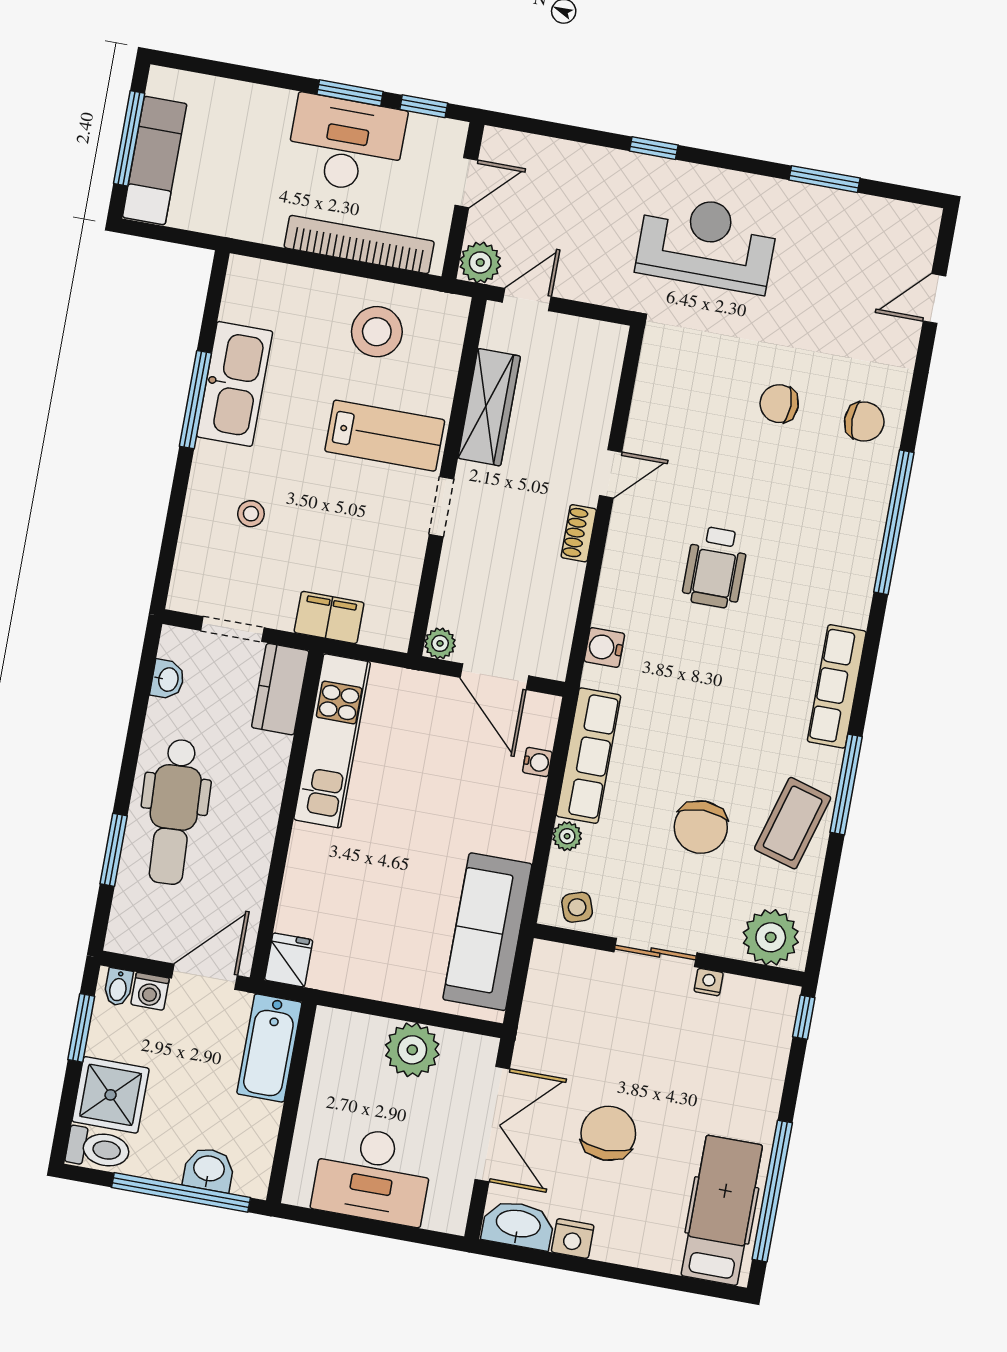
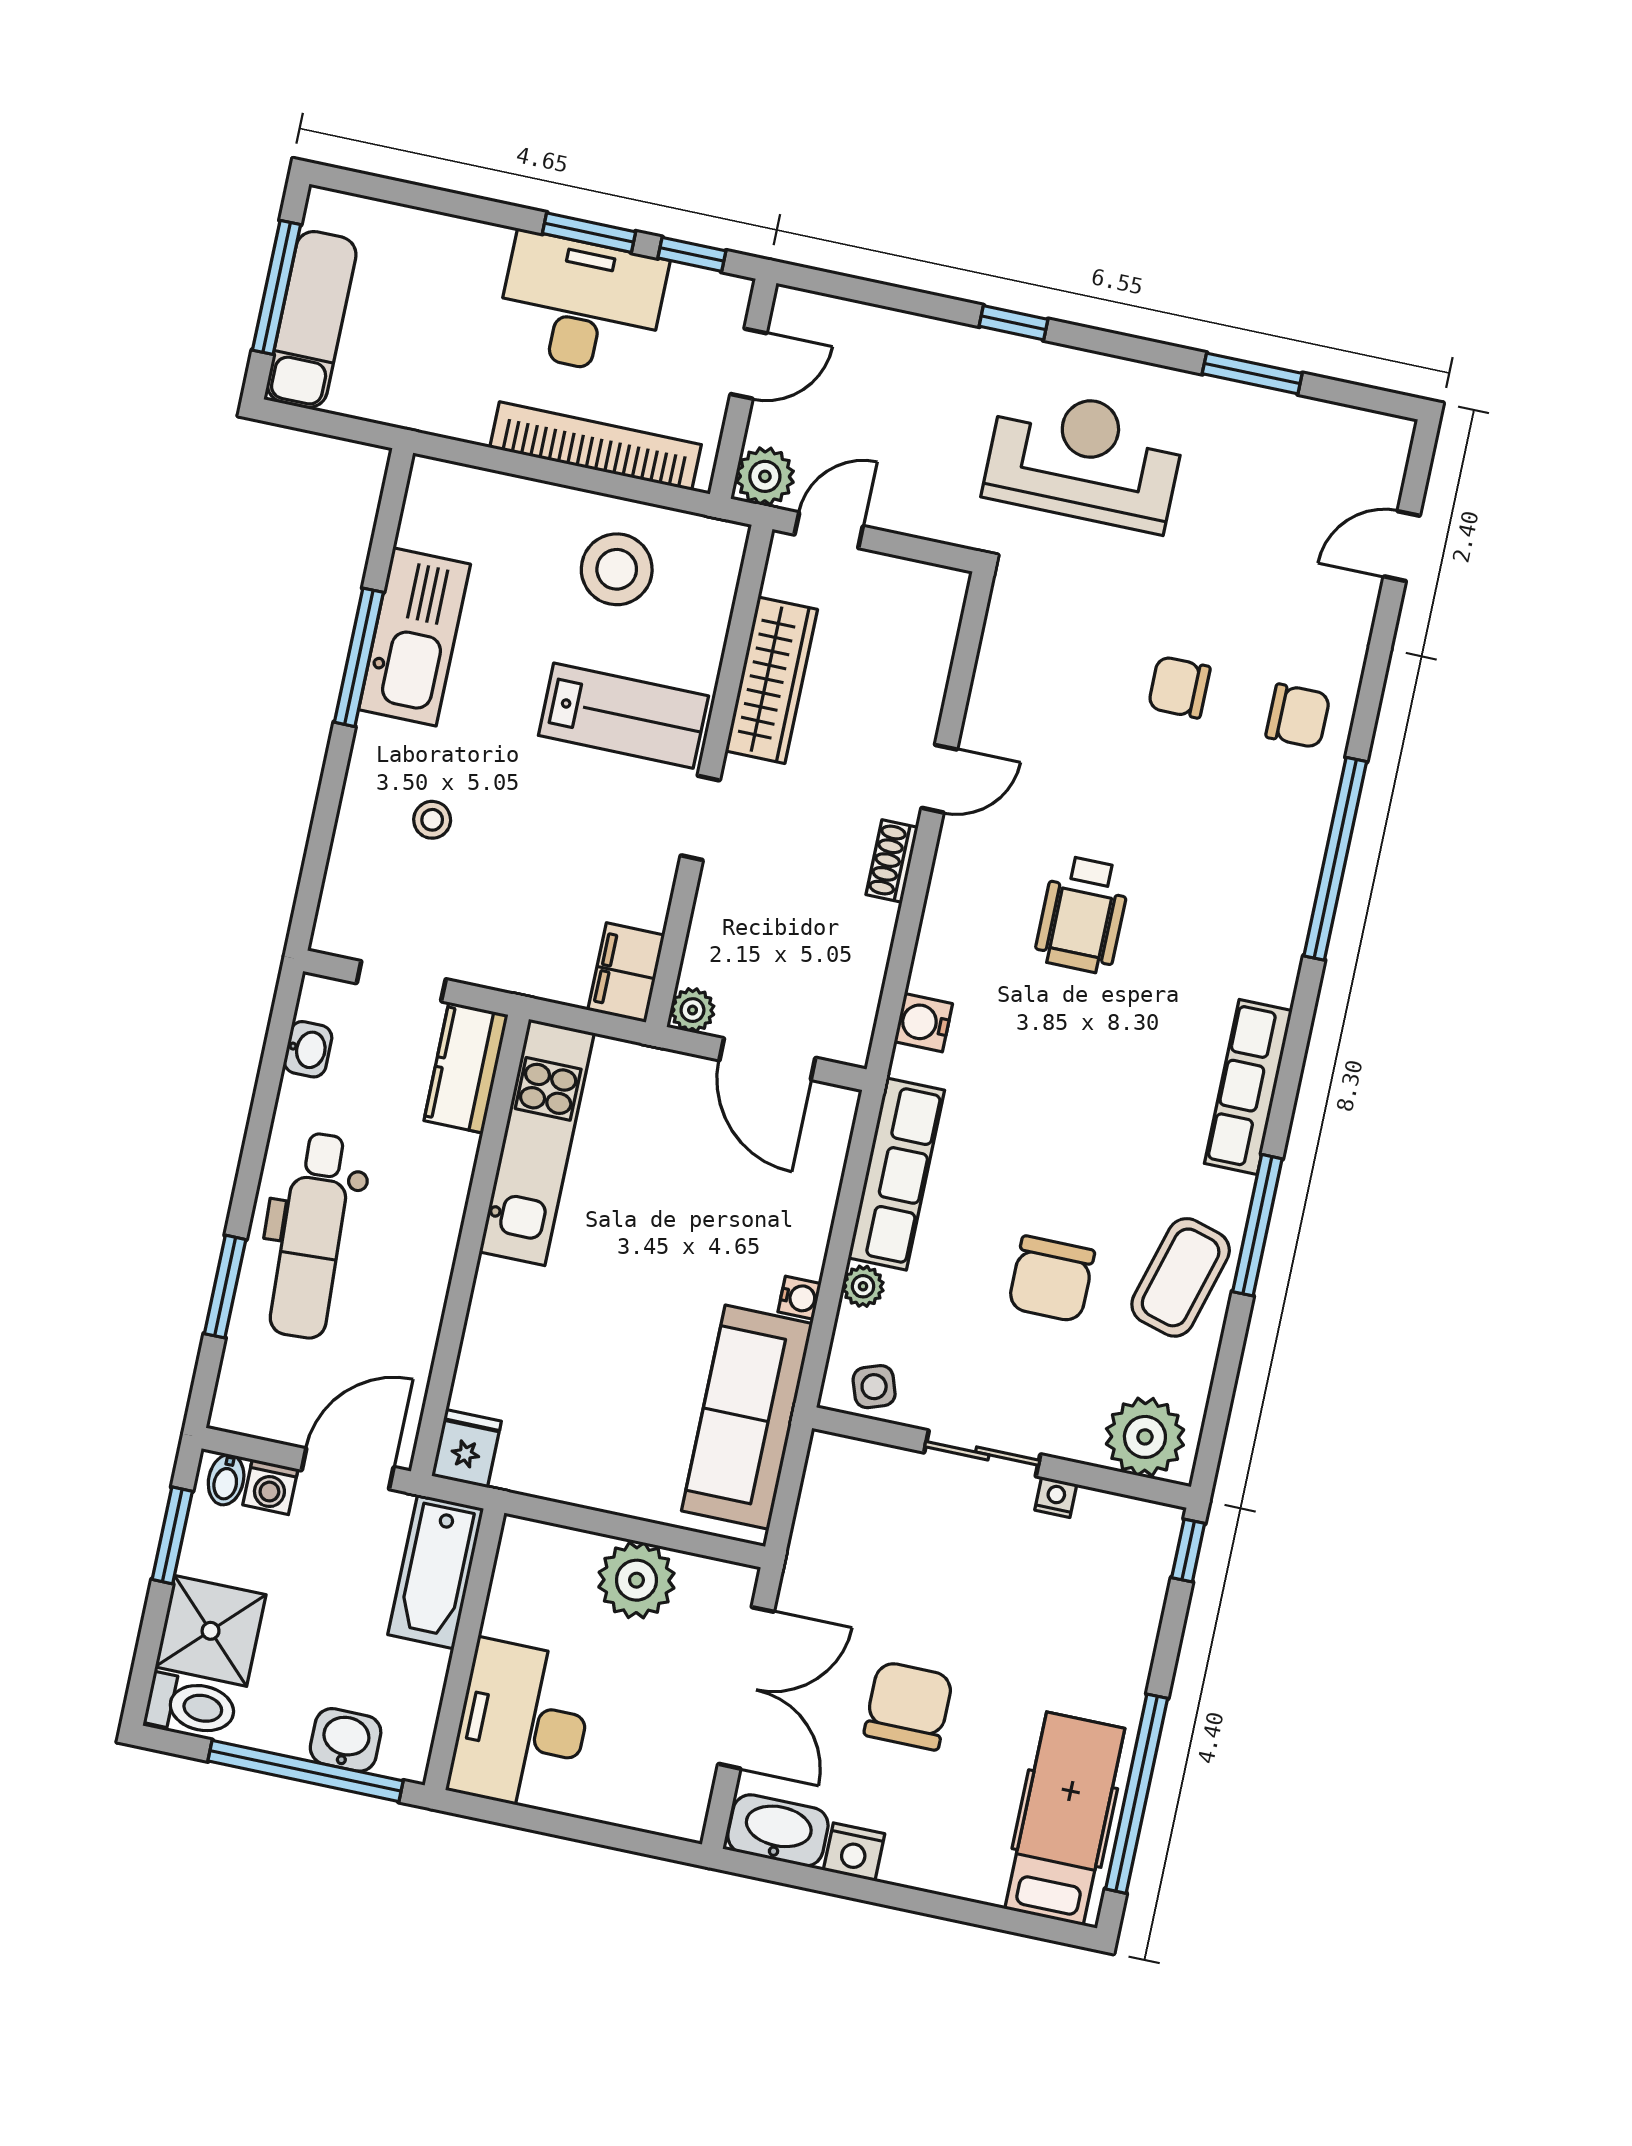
filing cabinet: (329, 618) -> (626, 973), moved, turned -90
water cooler: (537, 762) -> (799, 1298), moved
desk: (373, 1175) -> (522, 1726), moved, turned 90

